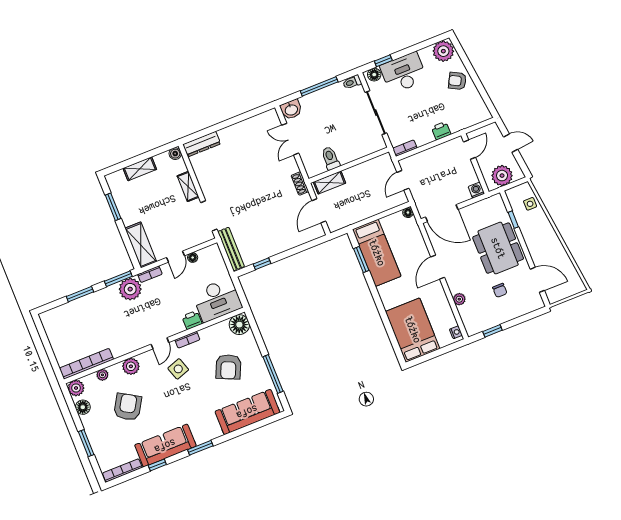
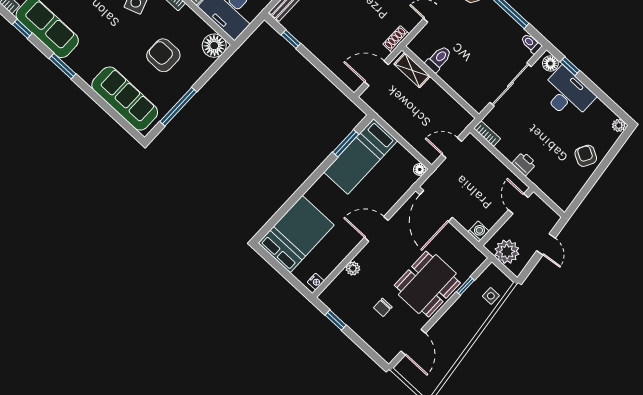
plant: (443, 51) -> (619, 125), width x0.53, depth x0.53
door: (469, 150) -> (518, 204), swing flipped
armchair: (228, 367) -> (163, 55), turned 66

